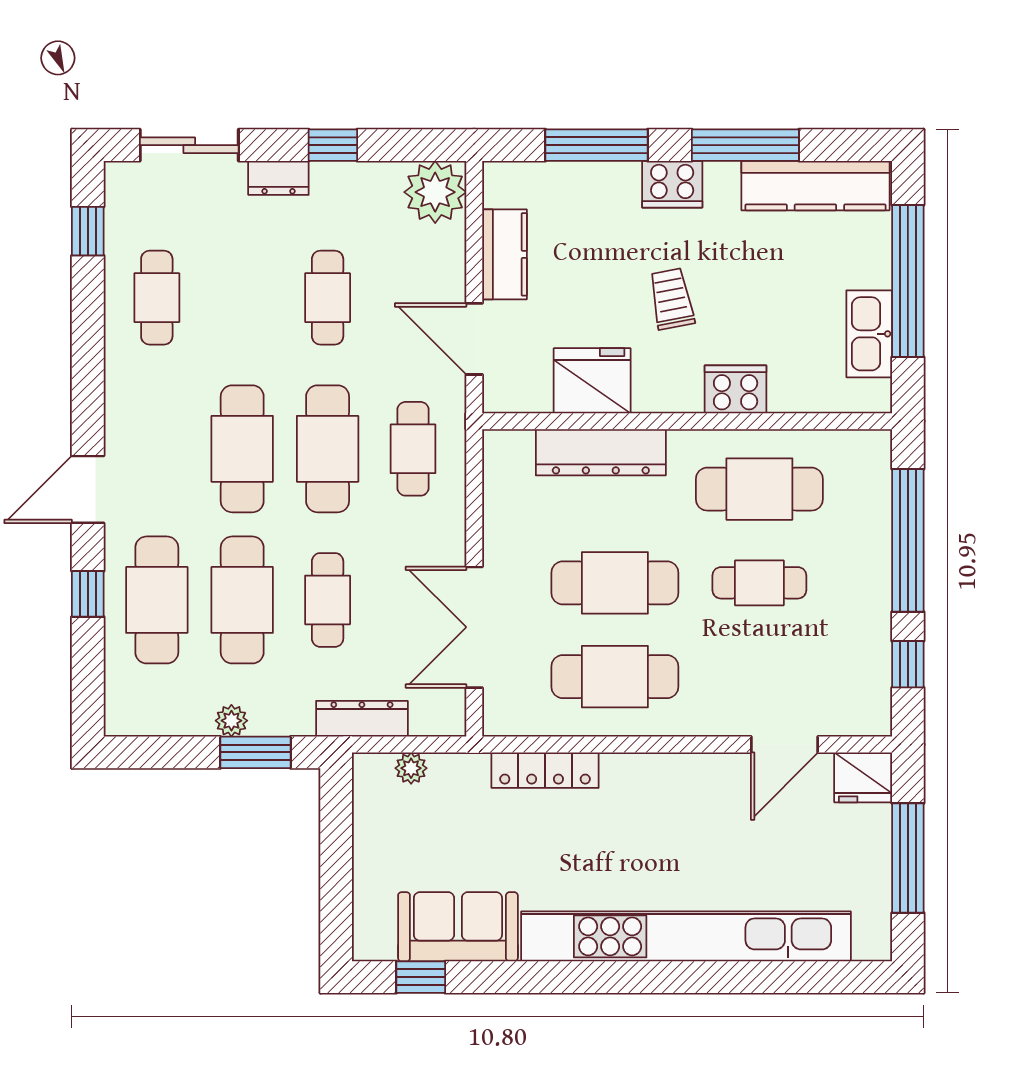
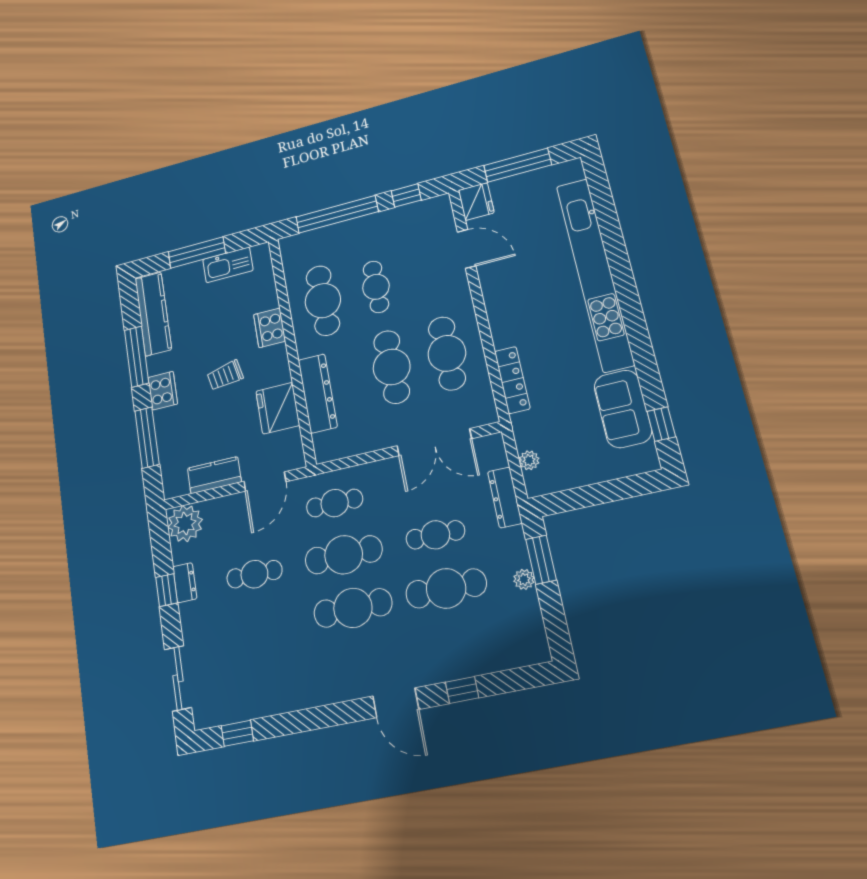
dresser: (278, 178) -> (185, 583), moved
window: (908, 281) -> (197, 252), width x0.68
cafe table: (157, 298) -> (271, 681), removed
cafe table: (157, 600) -> (457, 644), removed

